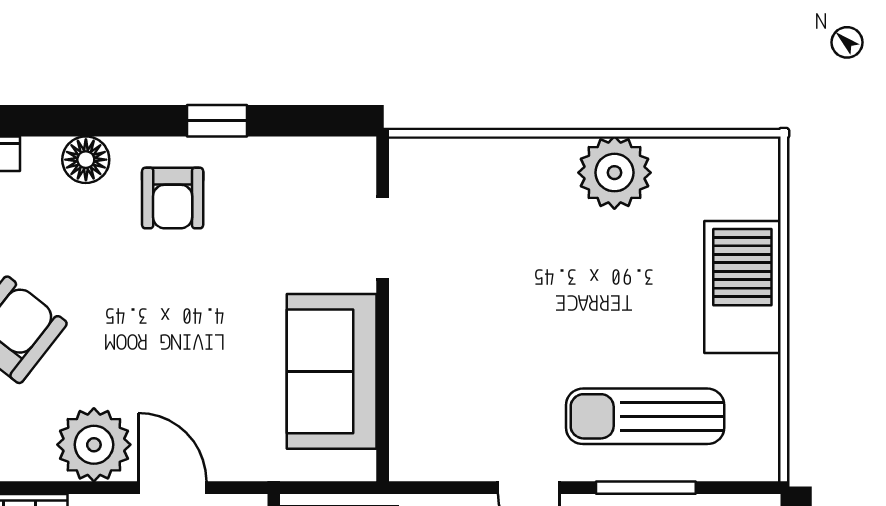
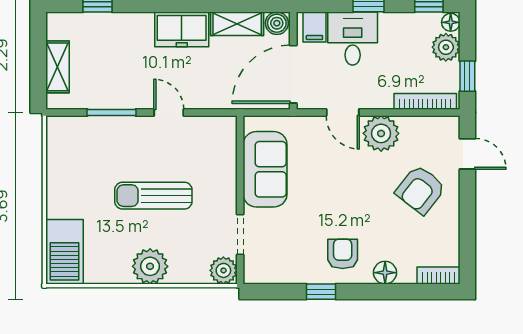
plant: (417, 164) -> (223, 270), added
plant: (614, 173) -> (150, 266), moved
barbecue: (742, 287) -> (64, 252), moved
sun lounger: (645, 416) -> (153, 196), moved, turned 180

